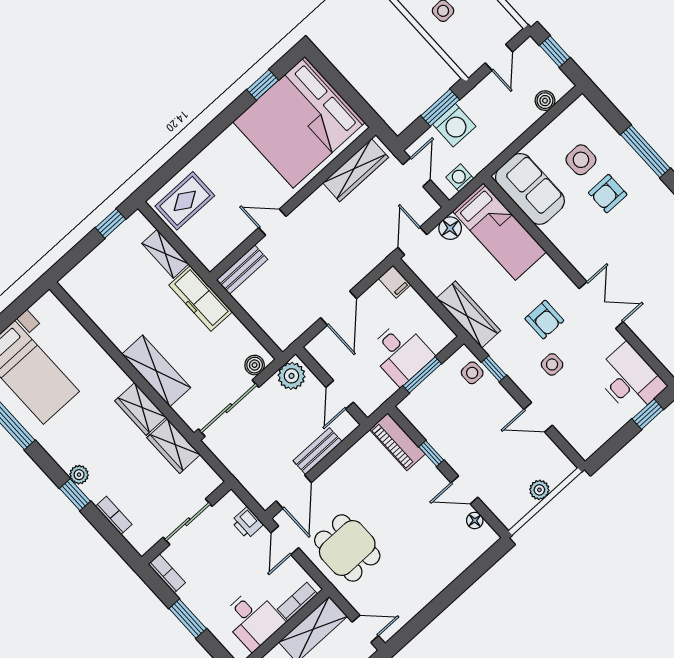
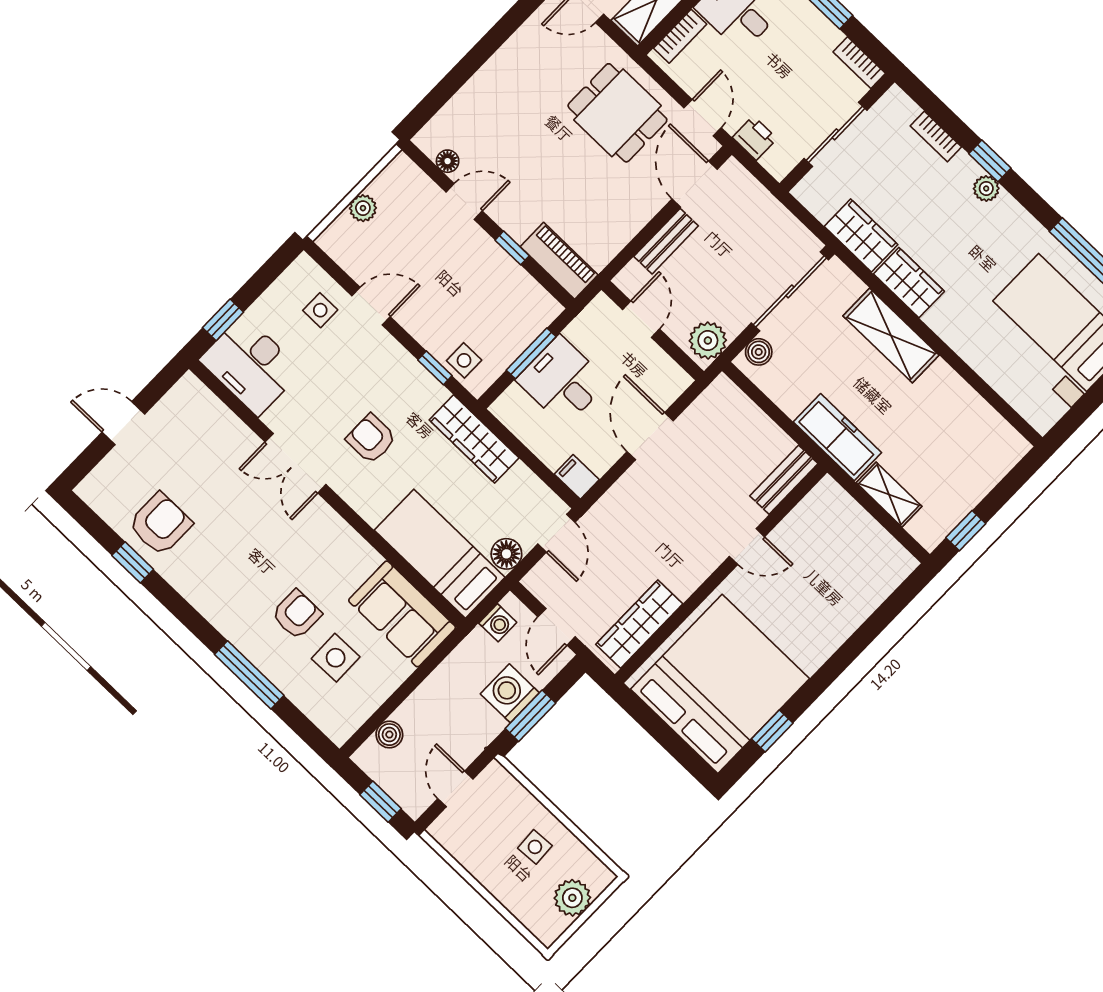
rug: (185, 201) -> (867, 568), removed
side table: (552, 364) -> (320, 310), moved

